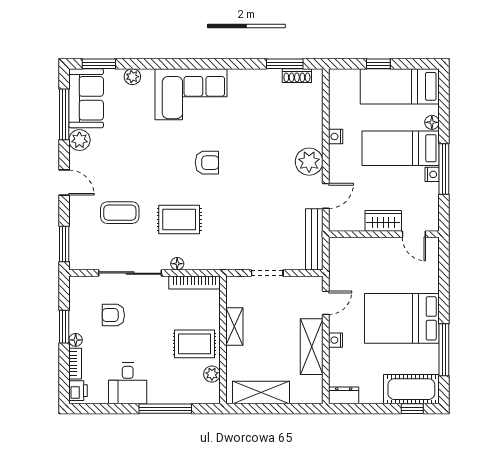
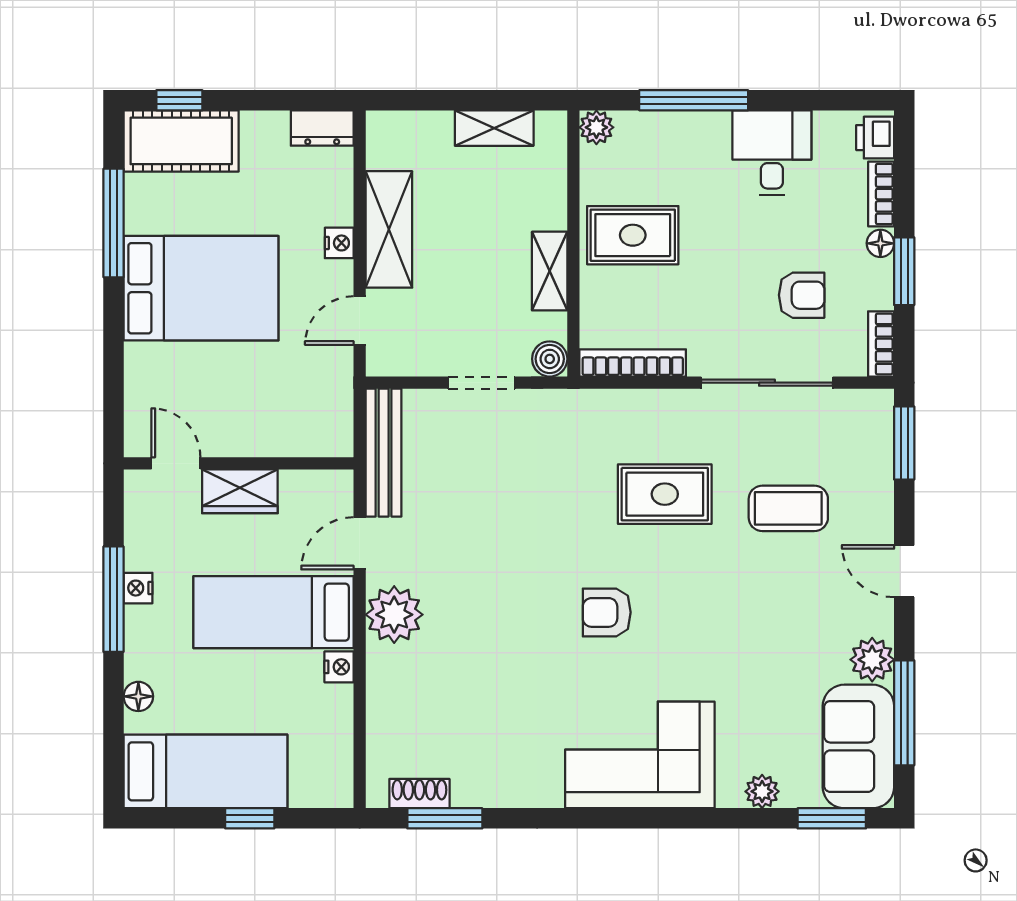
bed: (401, 148) -> (273, 612), moved, turned 180
floor lamp: (177, 264) -> (669, 402), removed
boiler: (234, 284) -> (550, 359), added
bookcase: (75, 292) -> (881, 344), added
plant: (212, 374) -> (596, 127), moved
shelving: (261, 392) -> (494, 128), width x0.67, depth x0.75

